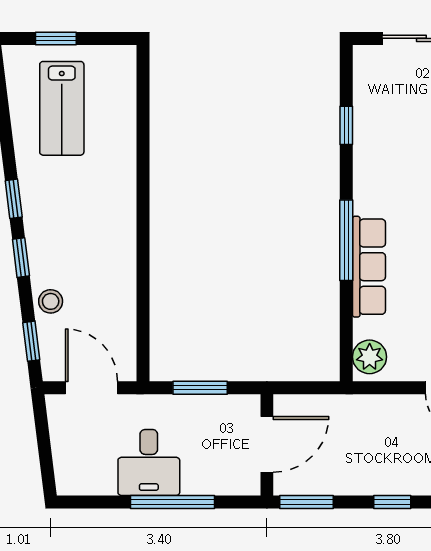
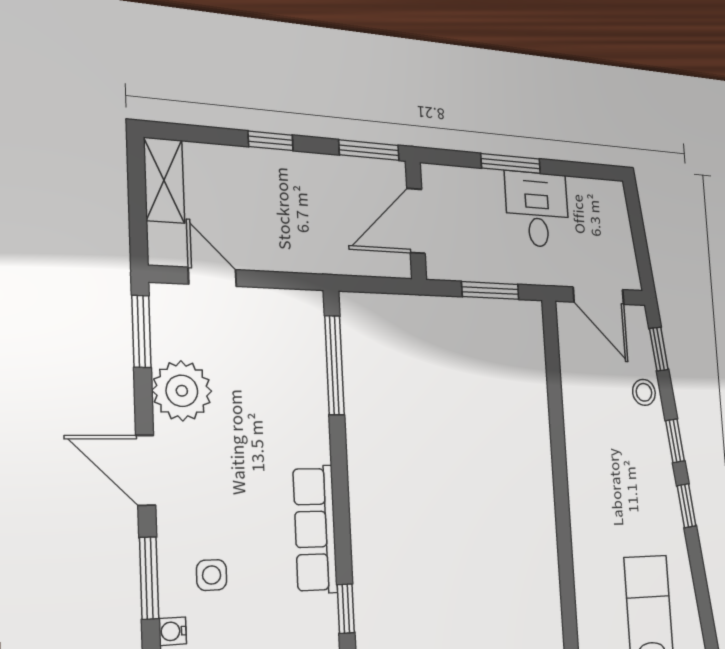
window: (346, 240) -> (334, 365), moved
row of seats: (369, 267) -> (315, 529), moved
plant: (370, 357) -> (305, 319), removed
window: (172, 502) -> (511, 163), width x0.69

